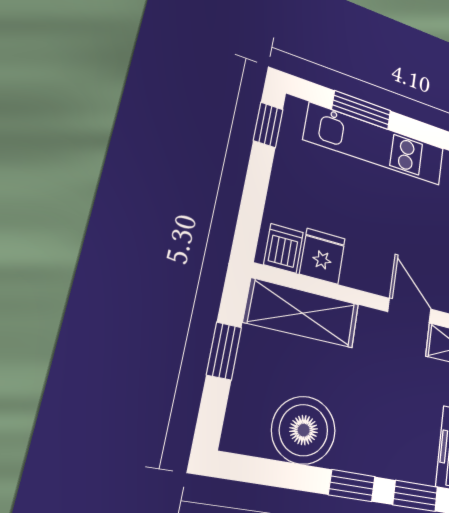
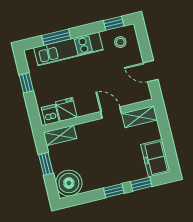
window: (268, 125) -> (26, 83), moved
shelving: (302, 313) -> (60, 136), width x0.67, depth x0.75
boiler: (304, 430) -> (69, 183), moved

